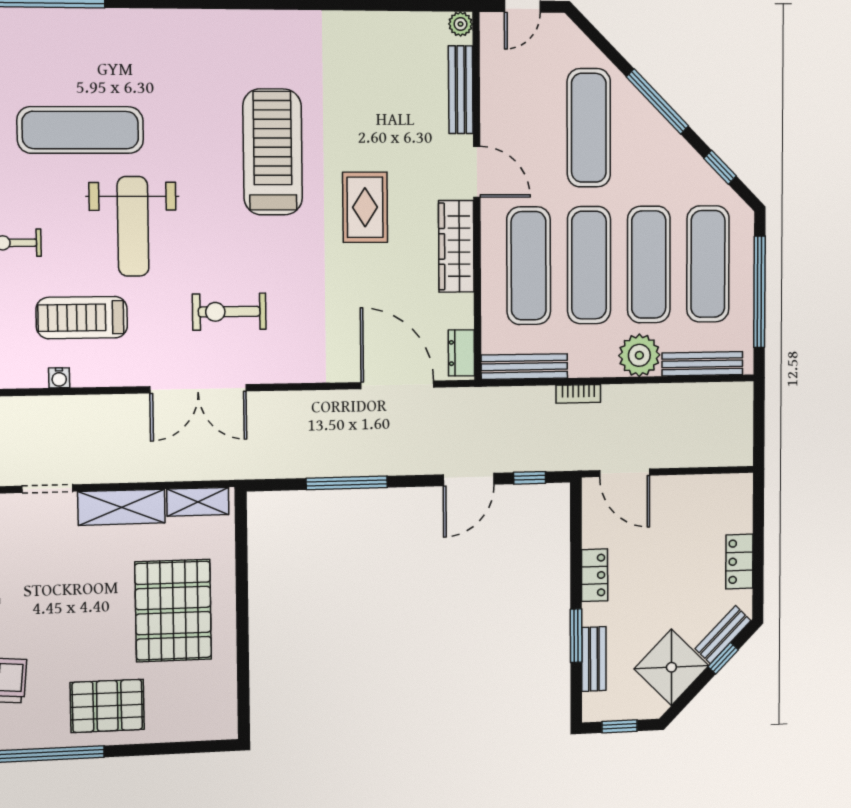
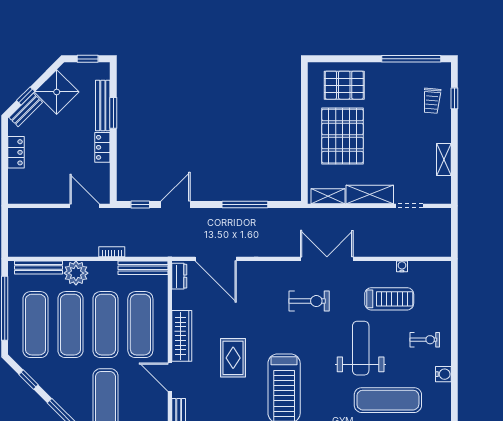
bench: (594, 659) -> (103, 106), width x1.36
pallet: (107, 706) -> (344, 85), moved

